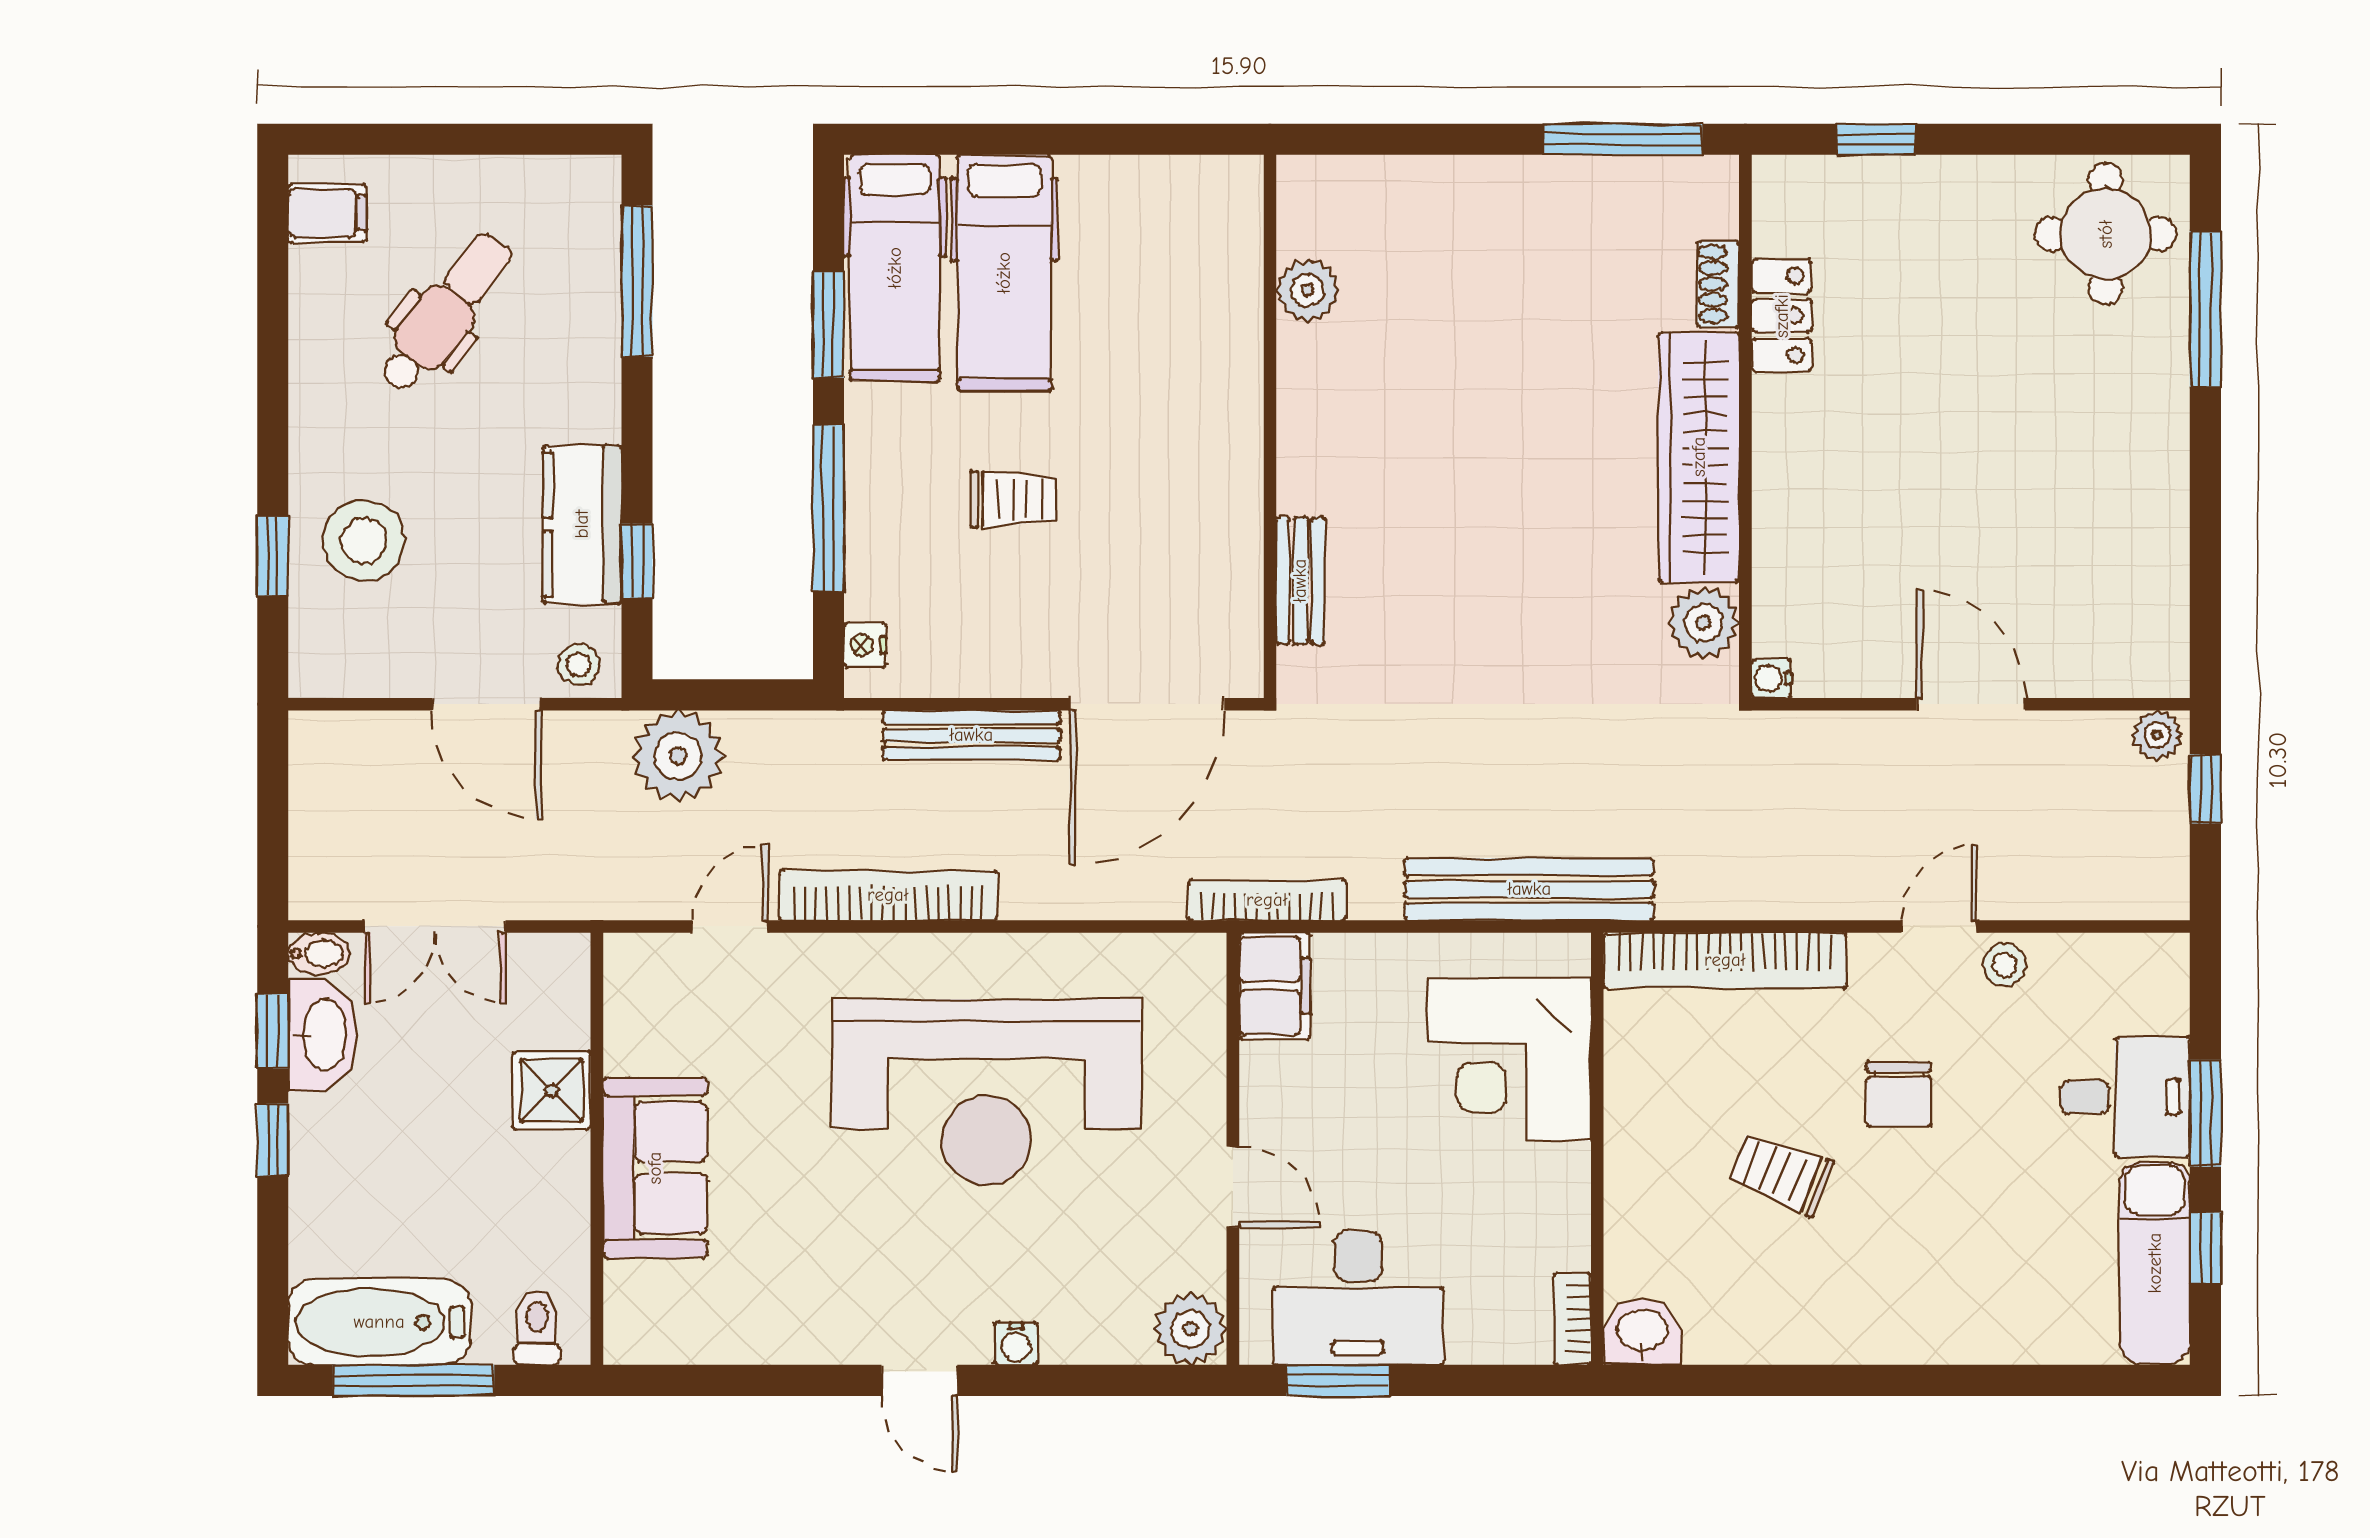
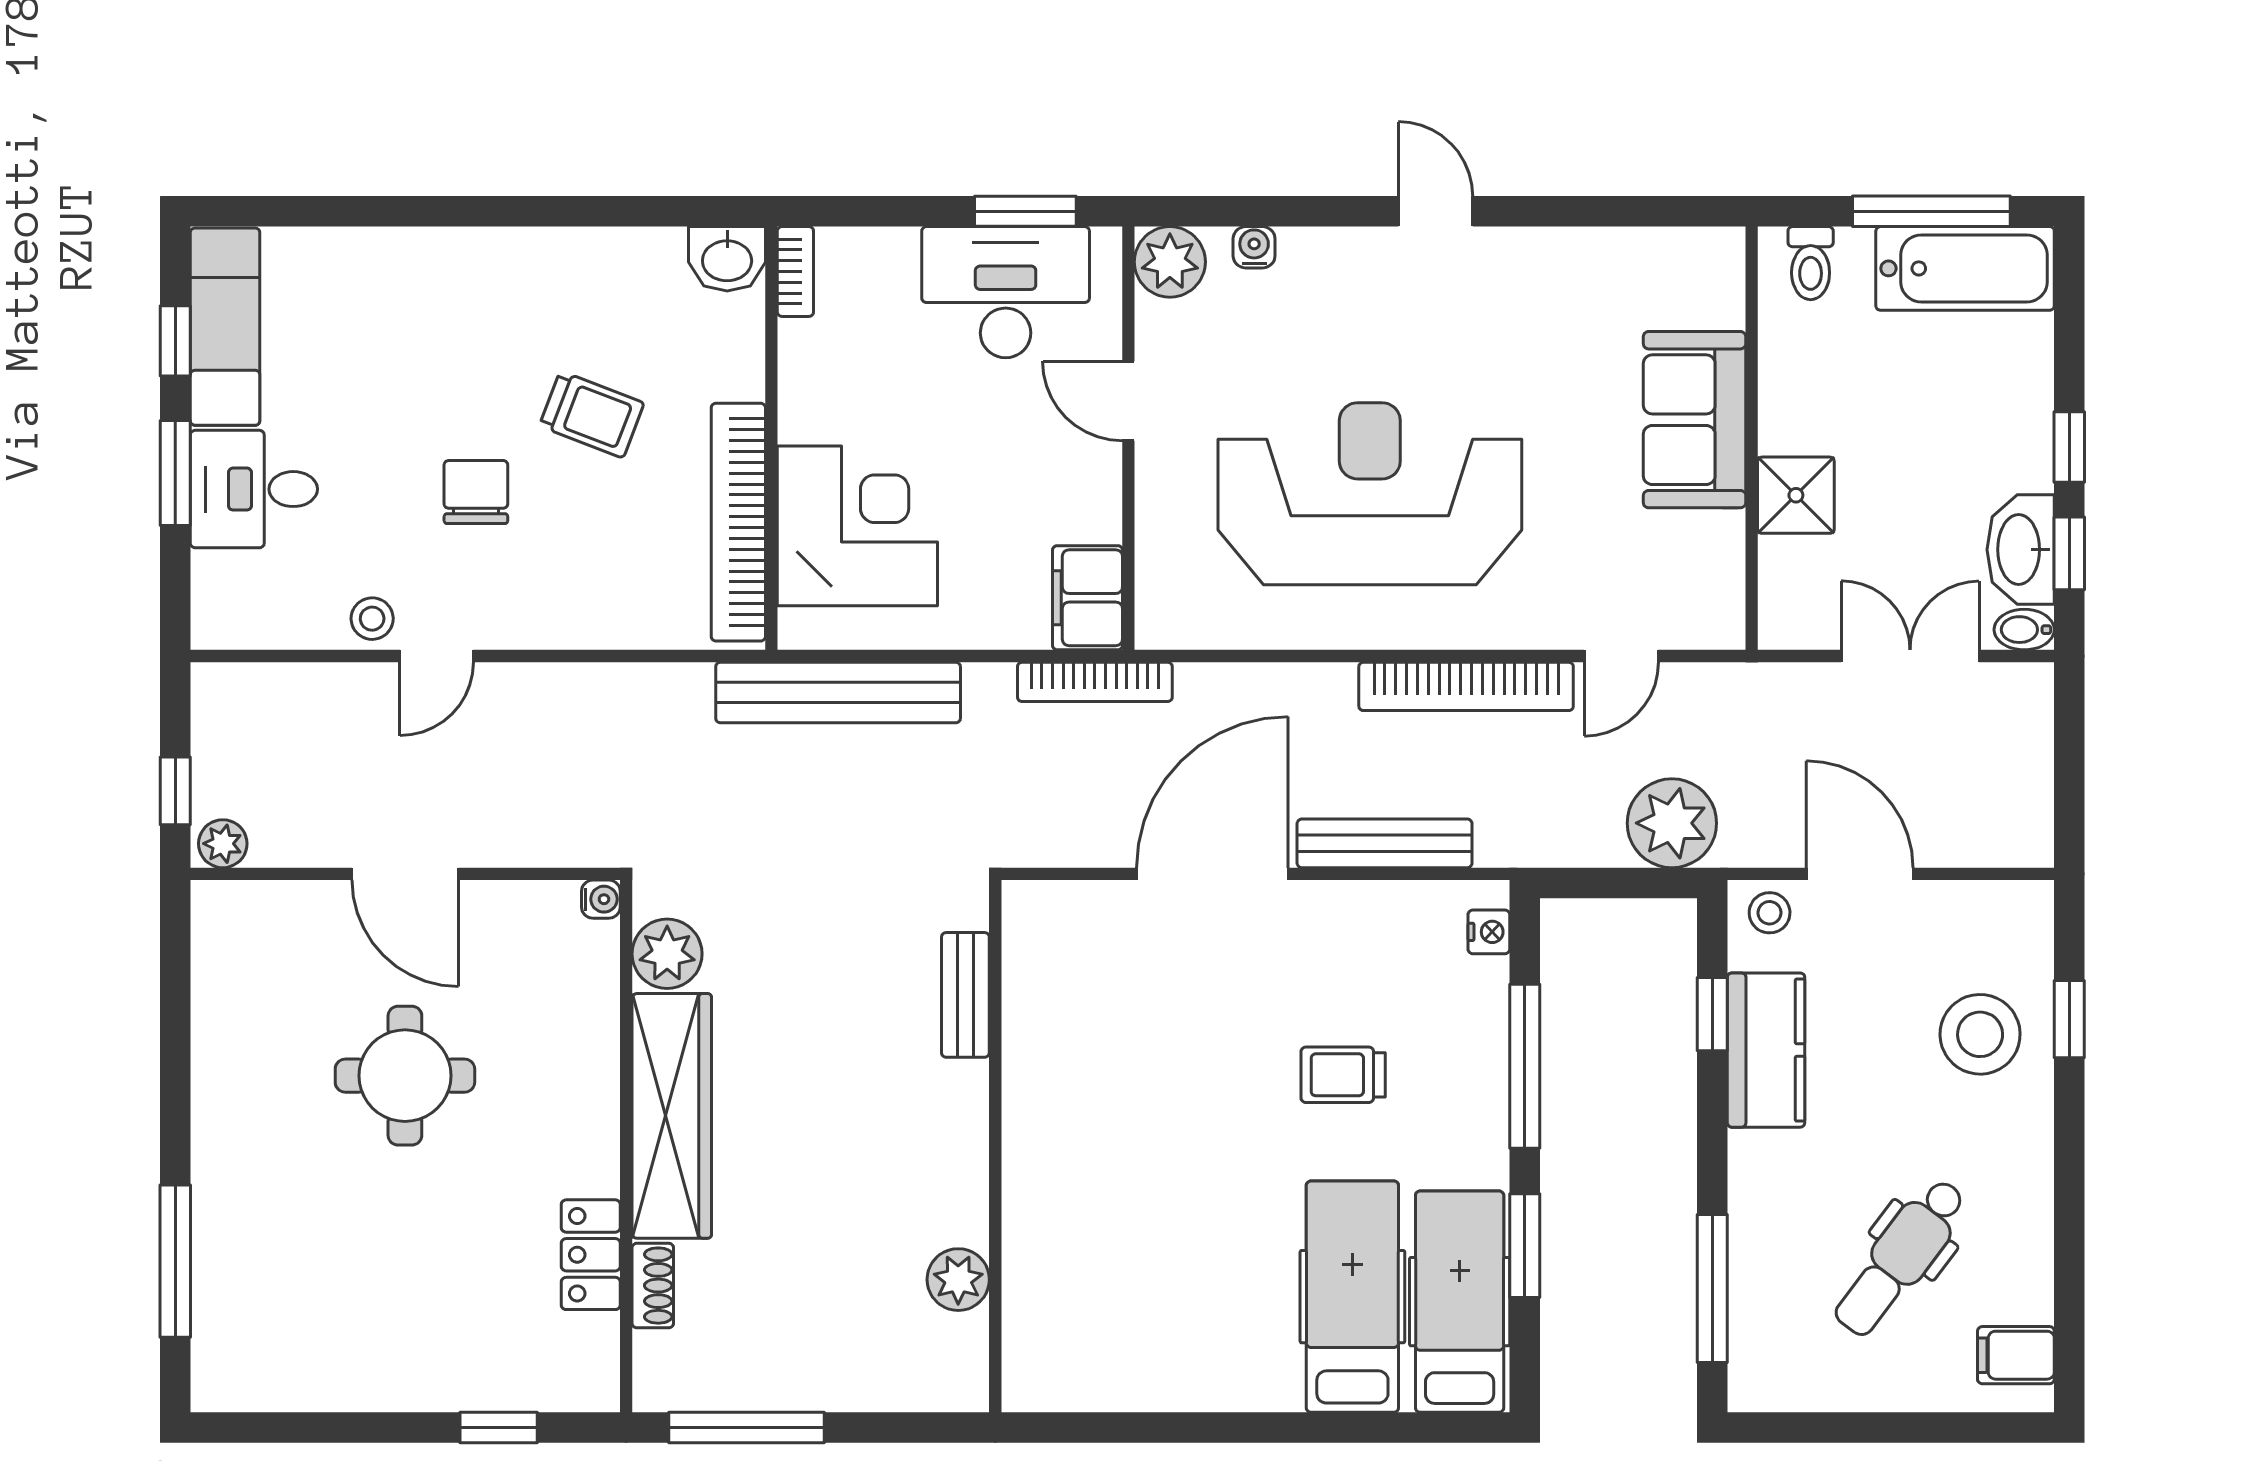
round table: (2106, 234) -> (405, 1076), moved
plant: (1308, 290) -> (958, 1280), moved
wall: (1270, 426) -> (995, 1146), moved
bench: (1300, 581) -> (965, 995), moved
bookcase: (1725, 960) -> (738, 522), moved, turned -90
water cooler: (1016, 1344) -> (1254, 247), moved

